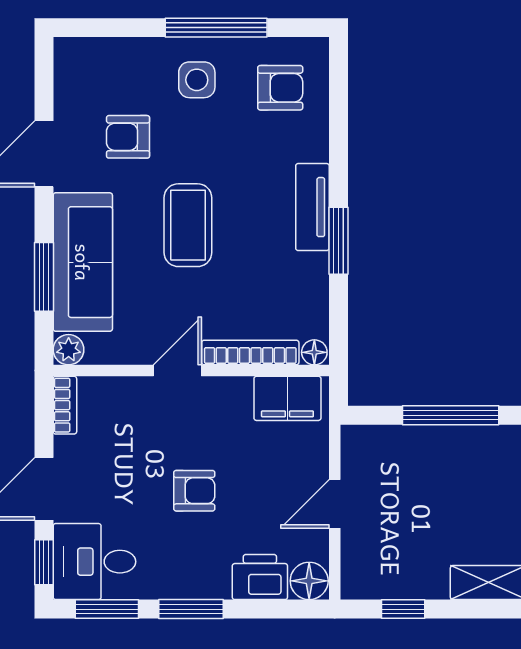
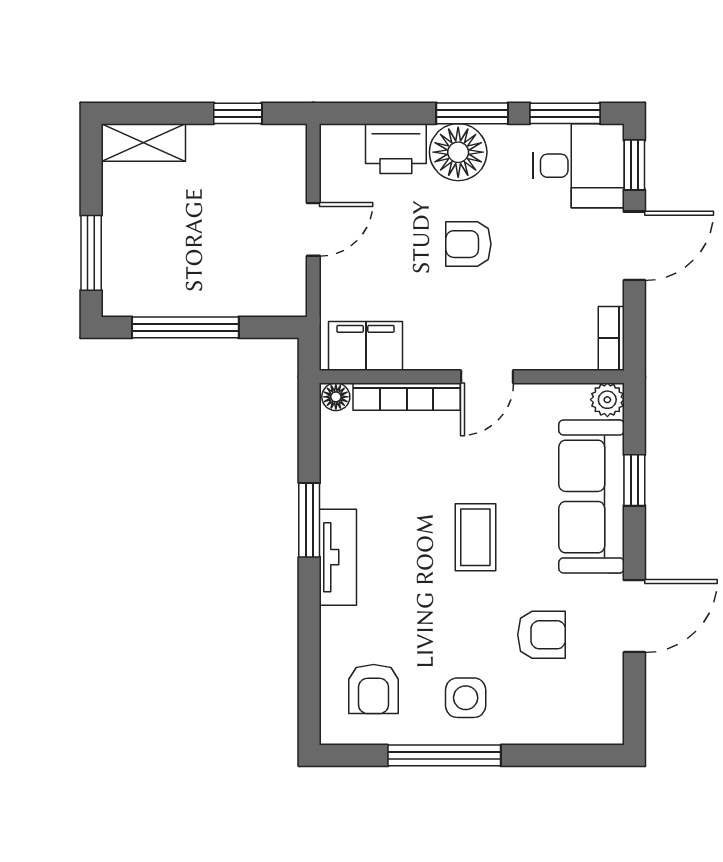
armchair: (280, 88) -> (374, 689), turned -90
coffee table: (188, 225) -> (475, 537), width x0.73, depth x0.77
window: (44, 277) -> (634, 480), width x0.67
floor lamp: (309, 581) -> (458, 152), moved, width x1.38, depth x1.38

